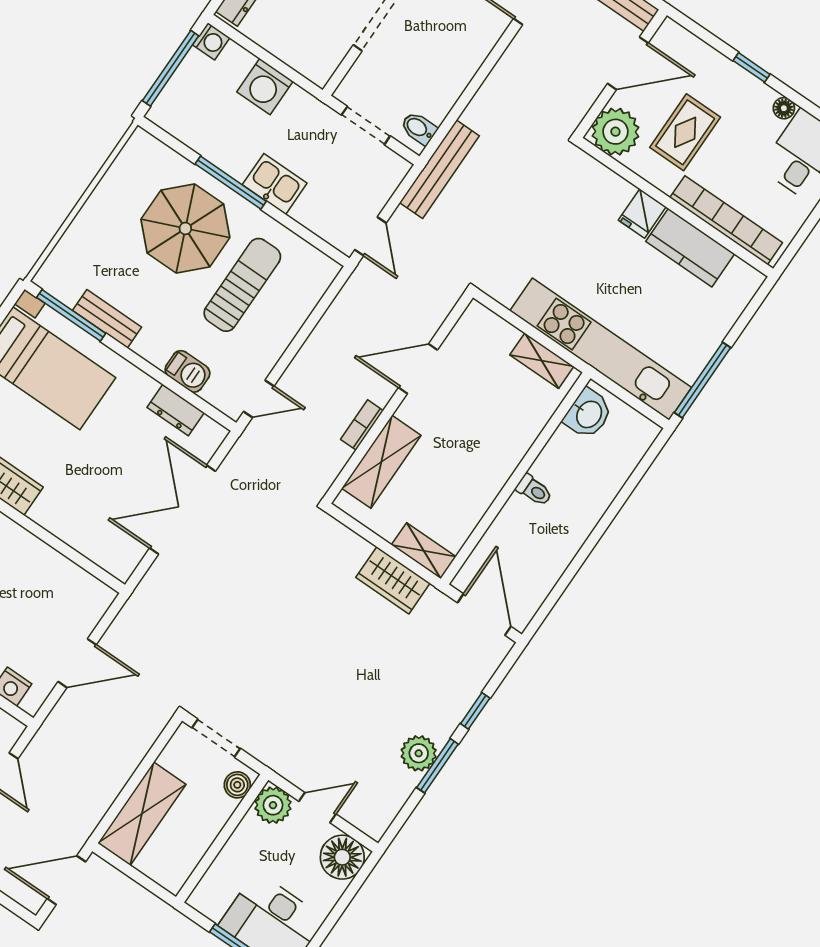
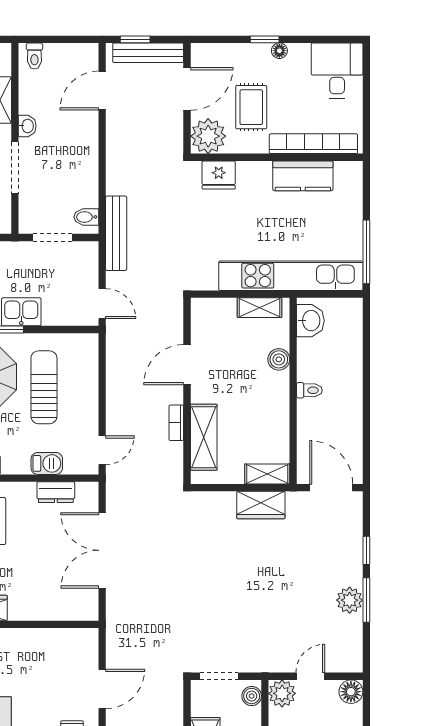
floor lamp: (784, 108) -> (279, 51), moved
fridge: (642, 214) -> (219, 175), moved, width x1.38
boiler: (524, 433) -> (279, 359), added
floor lamp: (342, 857) -> (351, 692), width x0.73, depth x0.73

